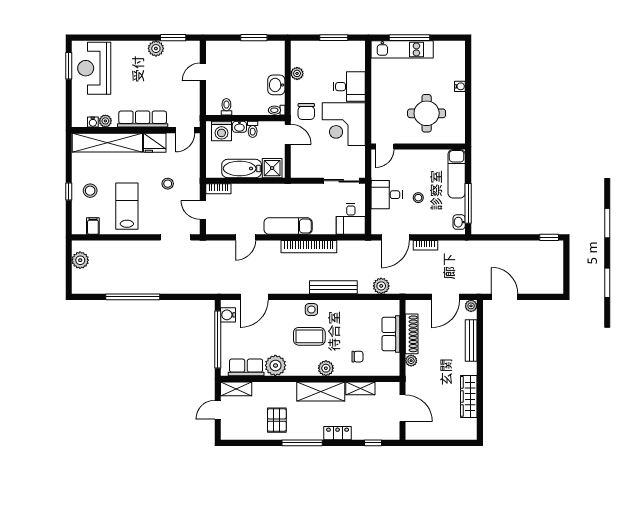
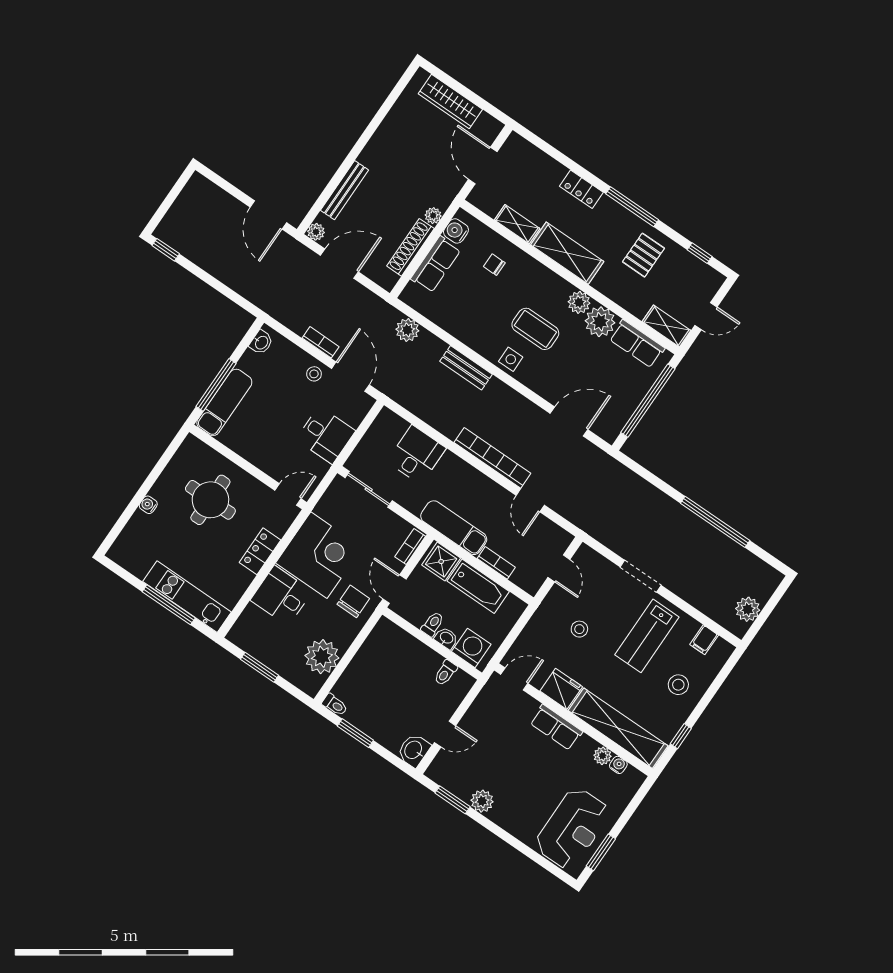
plant: (297, 73) -> (322, 657), width x1.88, depth x1.88
washbasin: (276, 85) -> (414, 750), moved, turned 180
locker: (379, 103) -> (260, 551), added
toilet: (277, 110) -> (335, 705), moved
row of seats: (143, 119) -> (556, 727), width x0.68
bookcase: (296, 165) -> (410, 546), added
bookcase: (218, 189) -> (496, 563), moved
window: (69, 191) -> (681, 736), moved
stool: (418, 198) -> (314, 374), moved
window: (468, 203) -> (216, 385), moved
desk: (351, 219) -> (416, 455), moved
exam couch: (288, 226) -> (454, 528), moved, turned 180
doorway: (176, 237) -> (641, 576), moved
door: (246, 237) -> (530, 500), swing flipped
door: (395, 237) -> (350, 377), hinge flipped
bookcase: (309, 247) -> (492, 458), moved
bench: (333, 287) -> (466, 368), width x0.73
water cooler: (228, 315) -> (456, 231), moved, turned 180
plant: (326, 368) -> (579, 302), moved
wardrobe: (469, 396) -> (450, 102), moved, turned 90
window: (373, 443) -> (700, 253), moved

